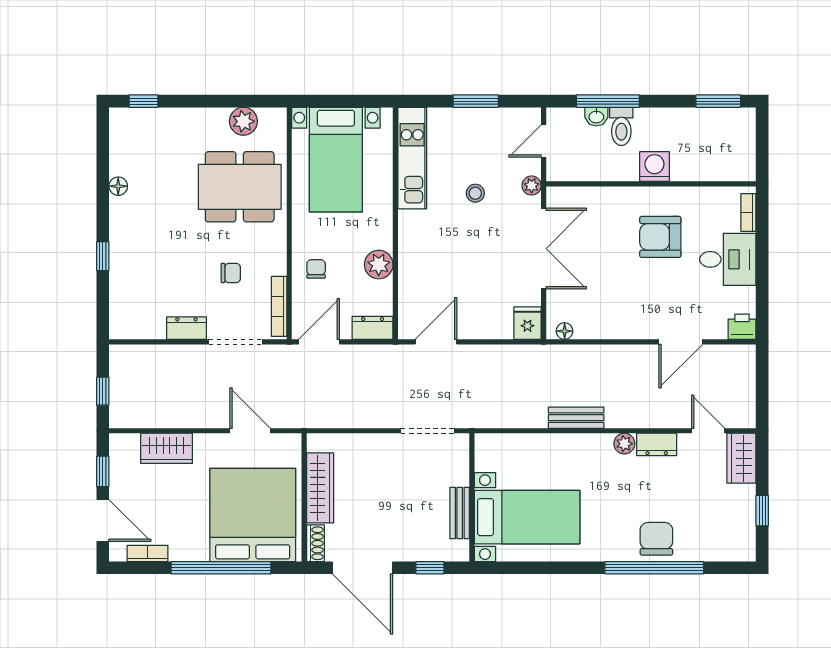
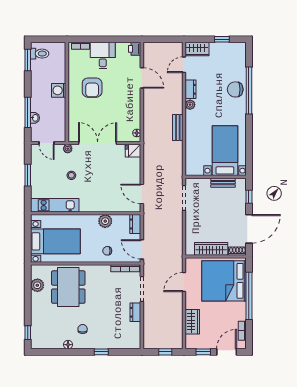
toilet: (621, 126) -> (40, 54), moved
chair: (231, 273) -> (83, 329), moved

